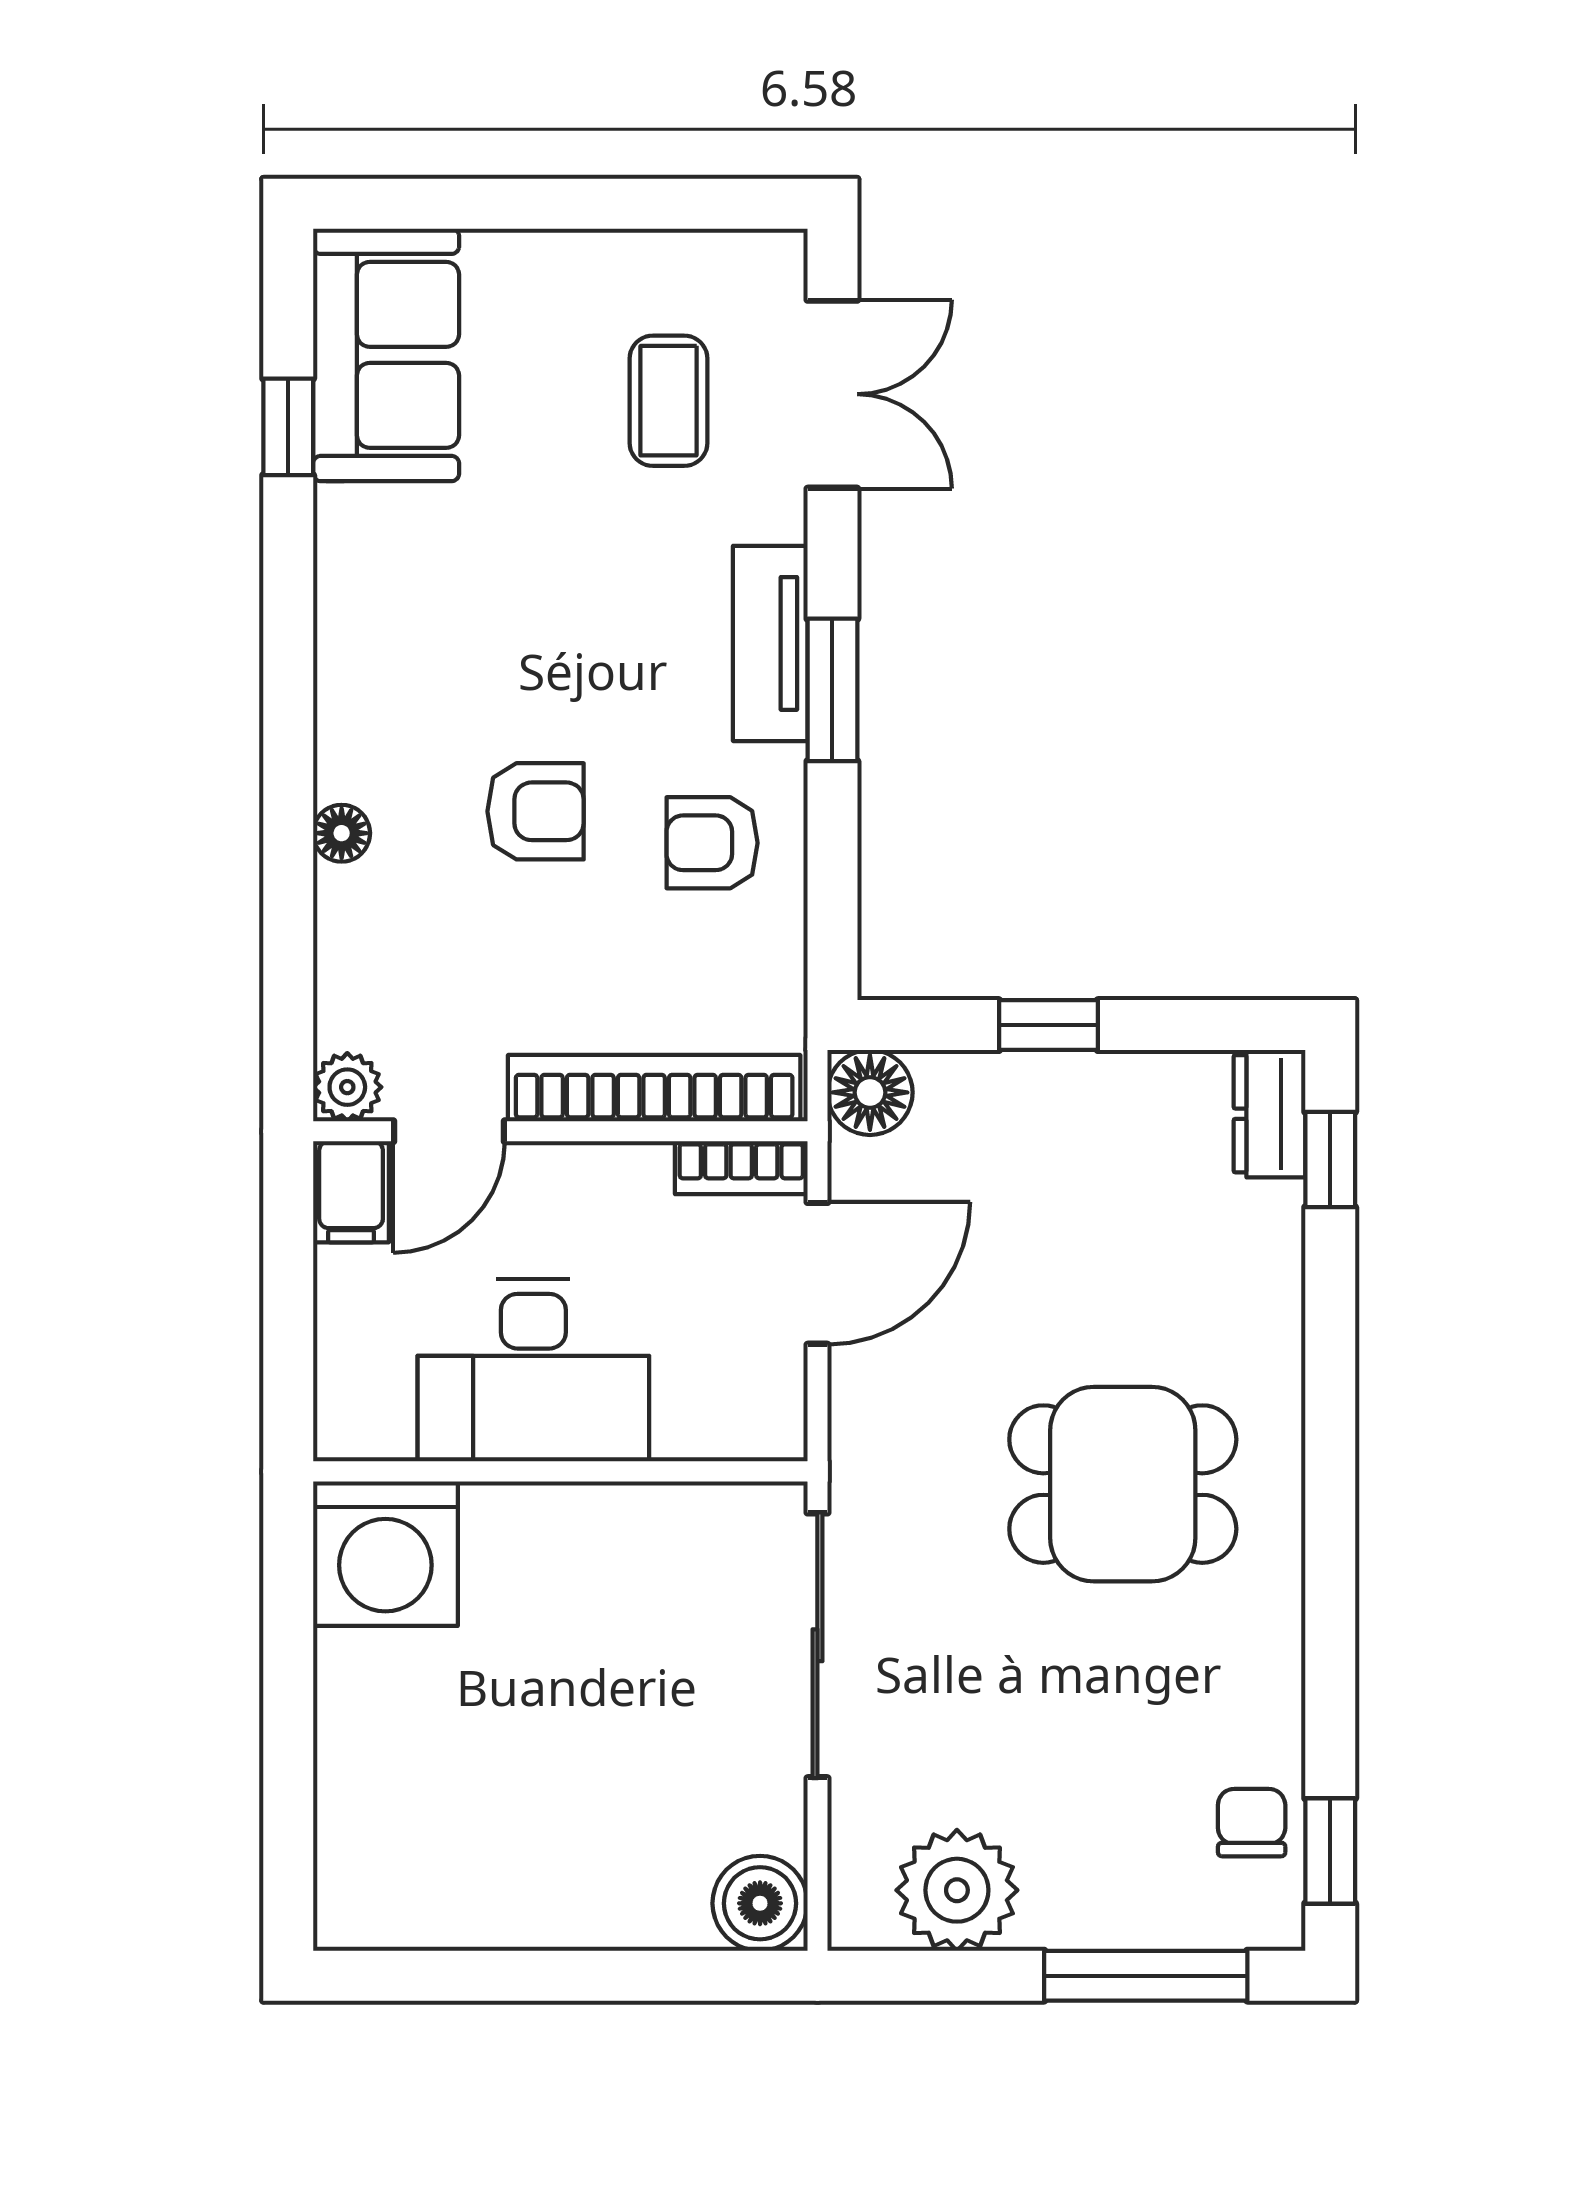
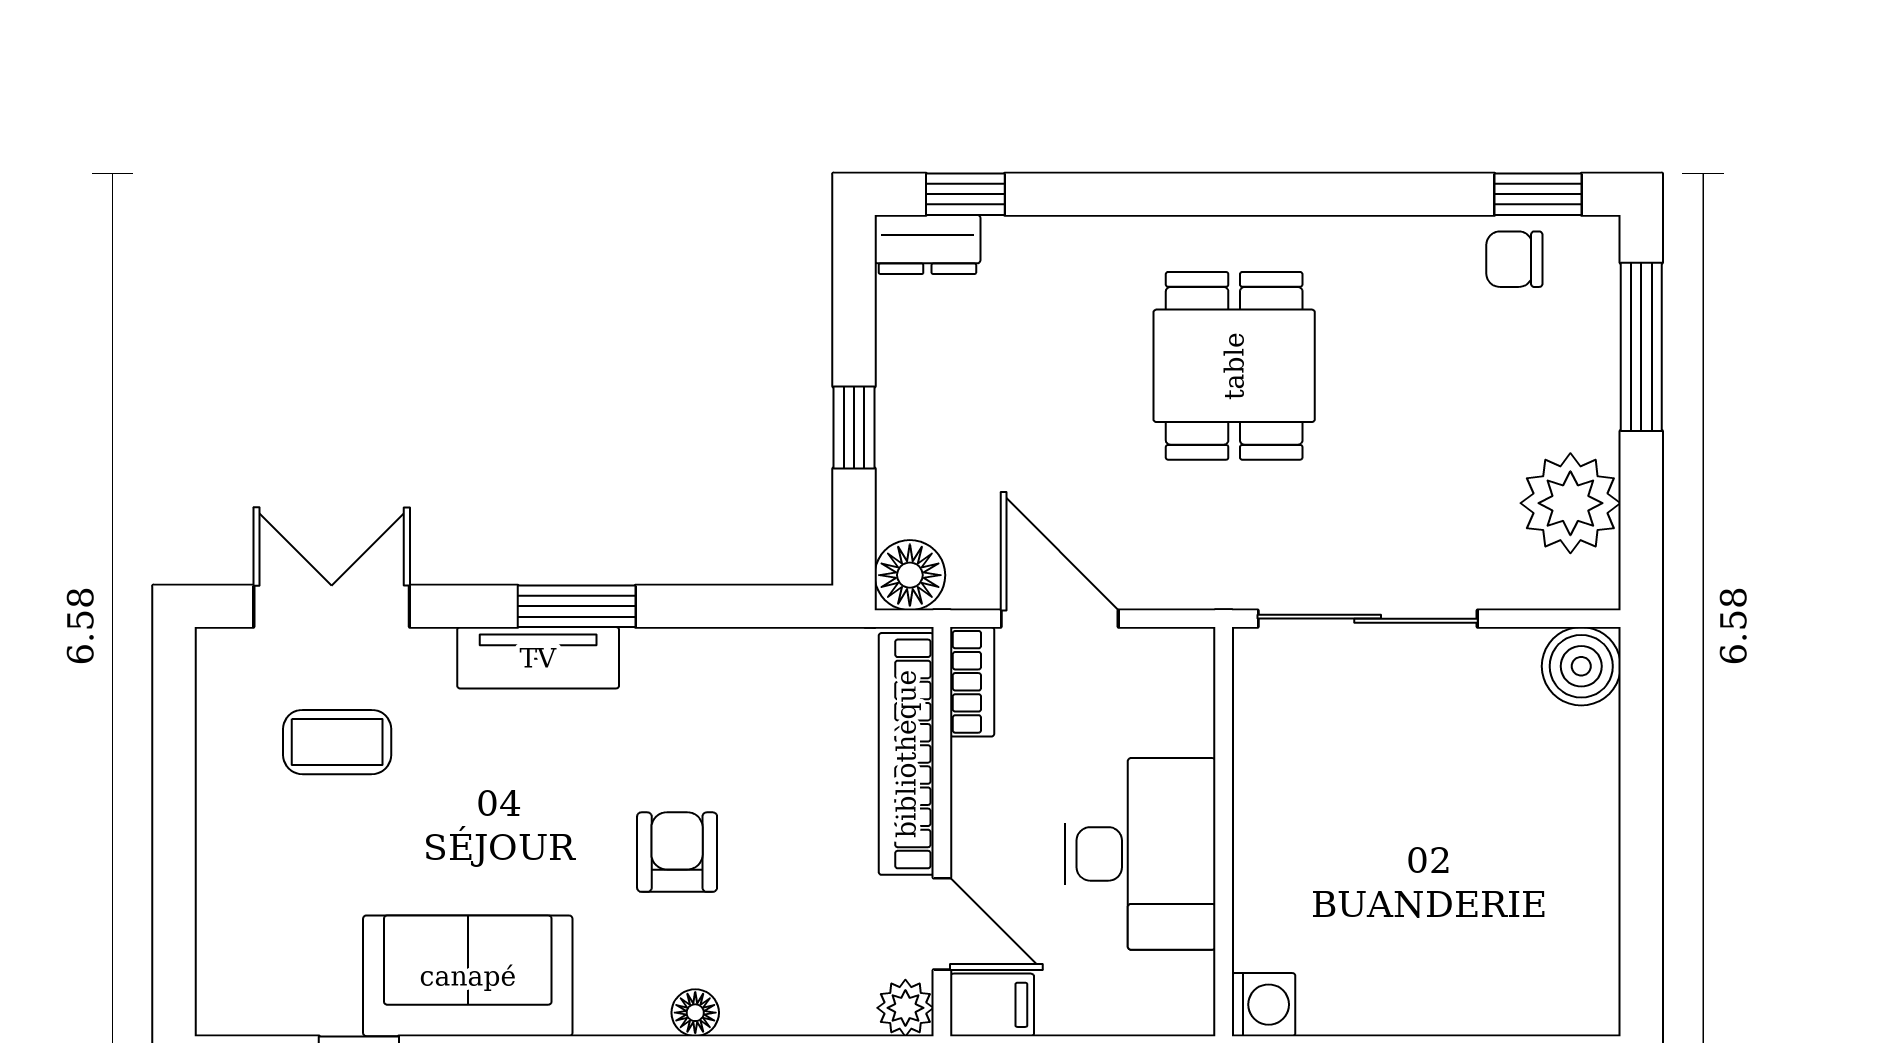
sofa: (386, 355) -> (468, 976), moved
armchair: (712, 843) -> (703, 706), removed
washing machine: (385, 1554) -> (1264, 1005), width x0.53, depth x0.53

